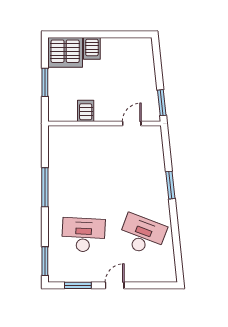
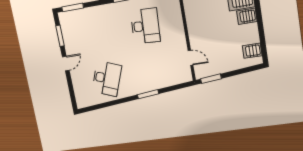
server rack: (86, 111) -> (252, 51), moved, turned 180
desk: (83, 235) -> (145, 26), moved
door: (115, 285) -> (66, 63), hinge flipped

